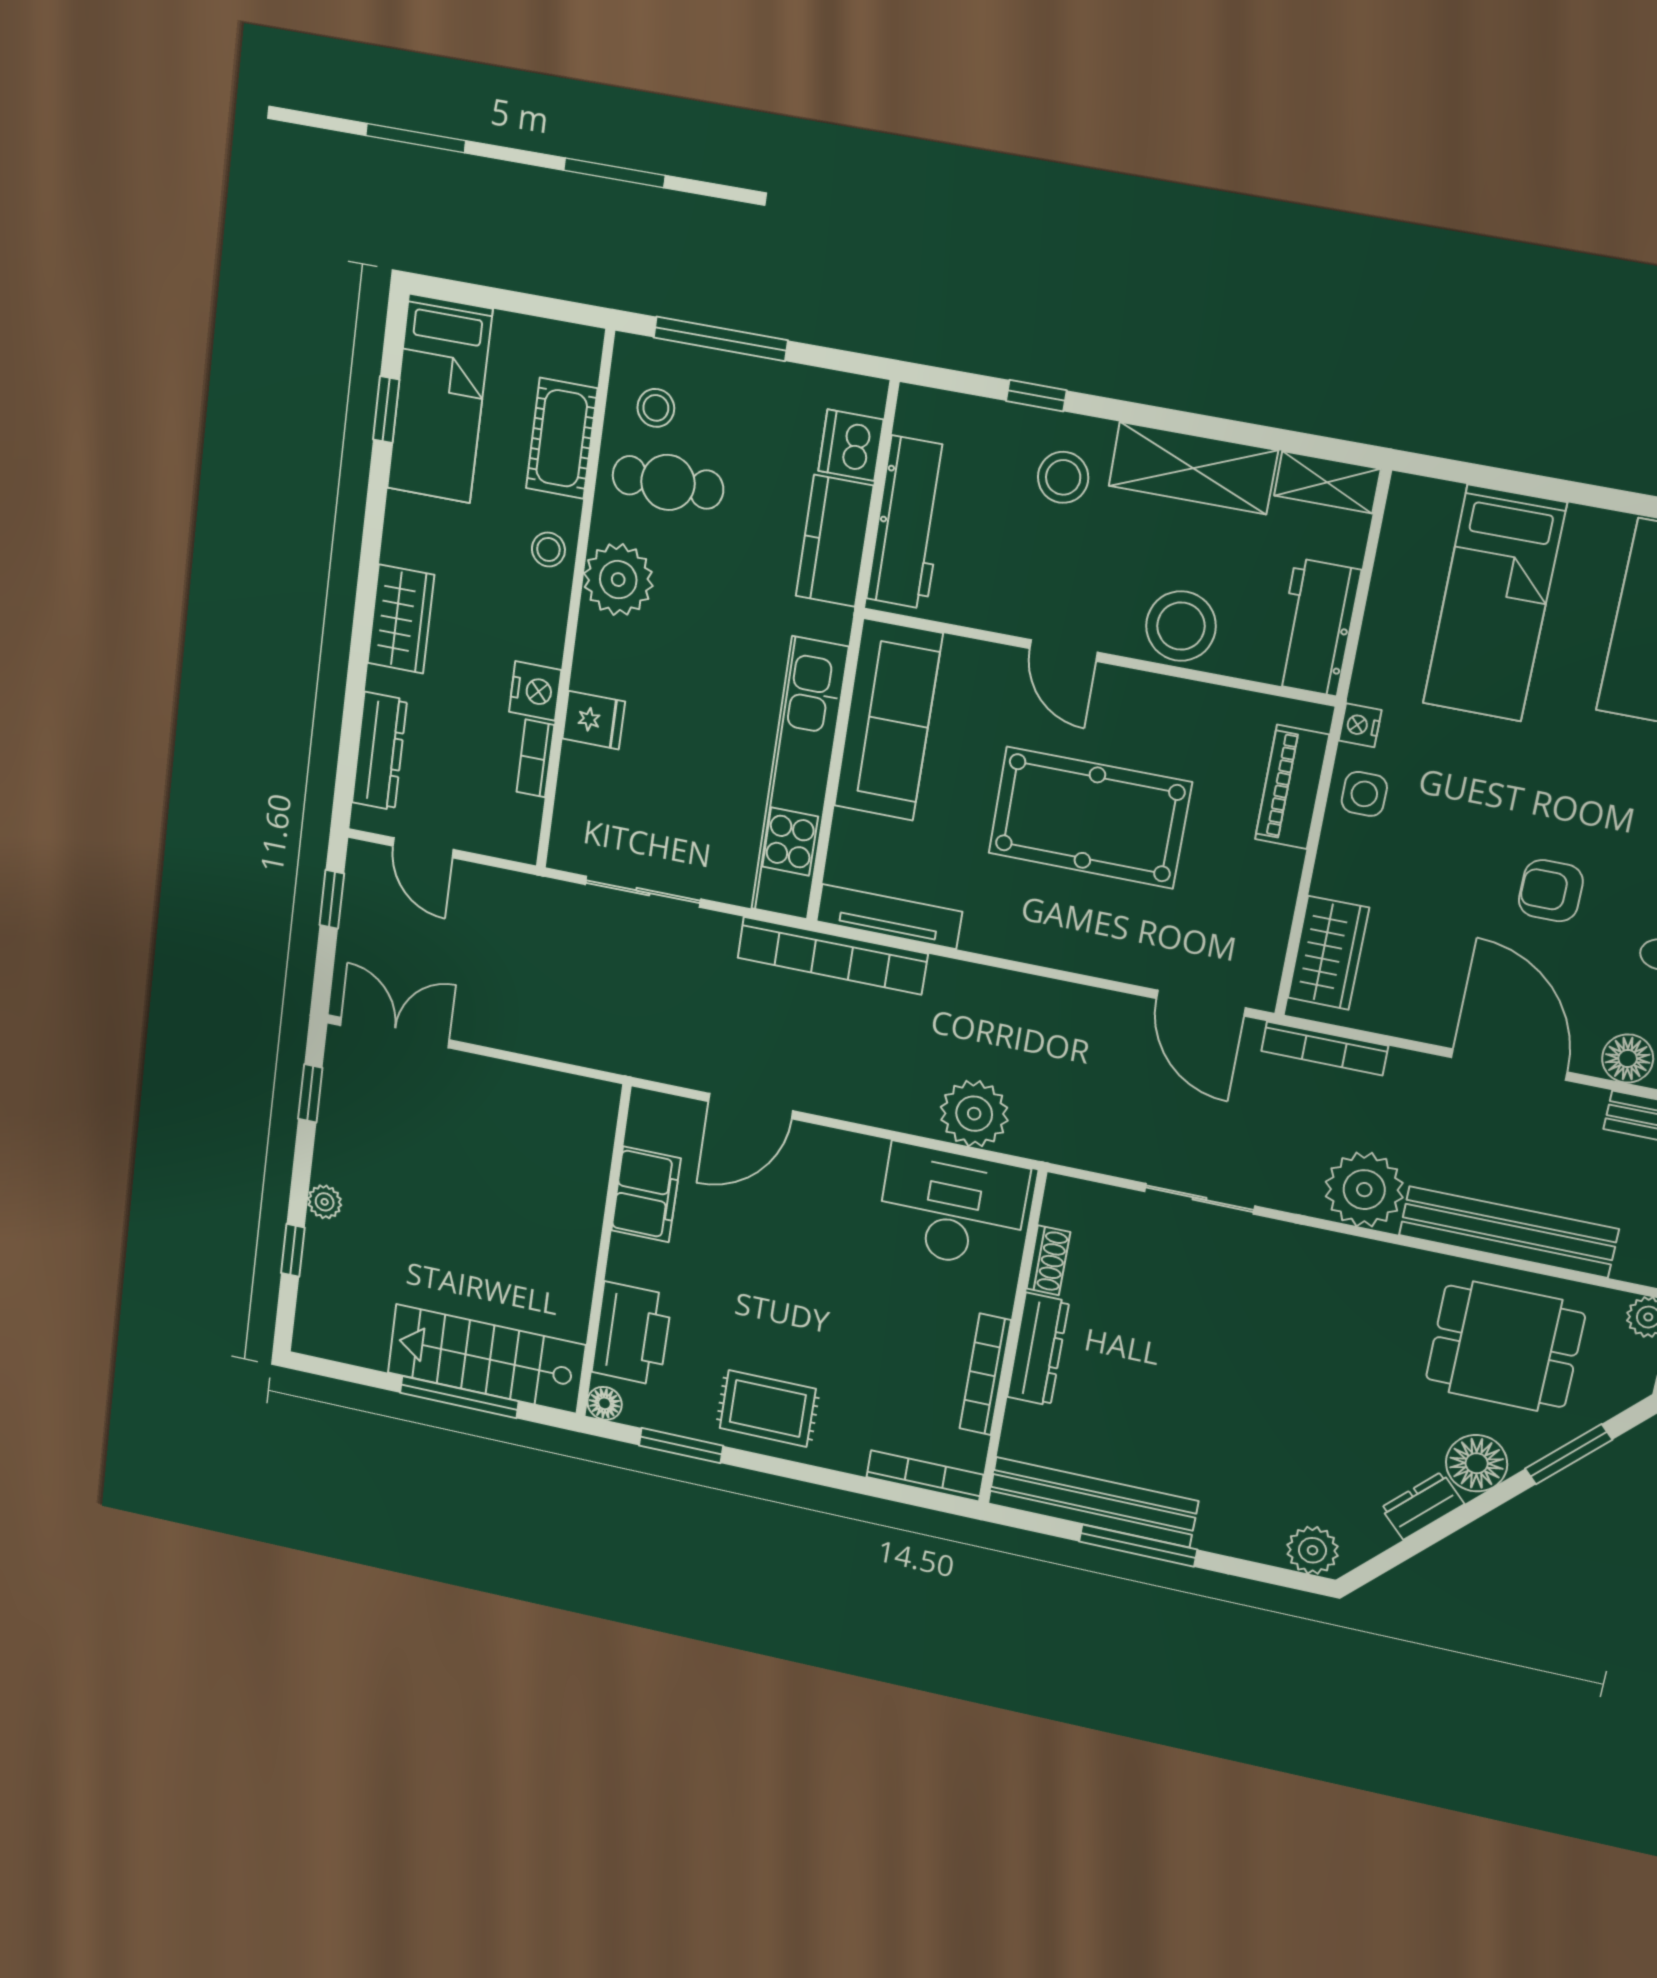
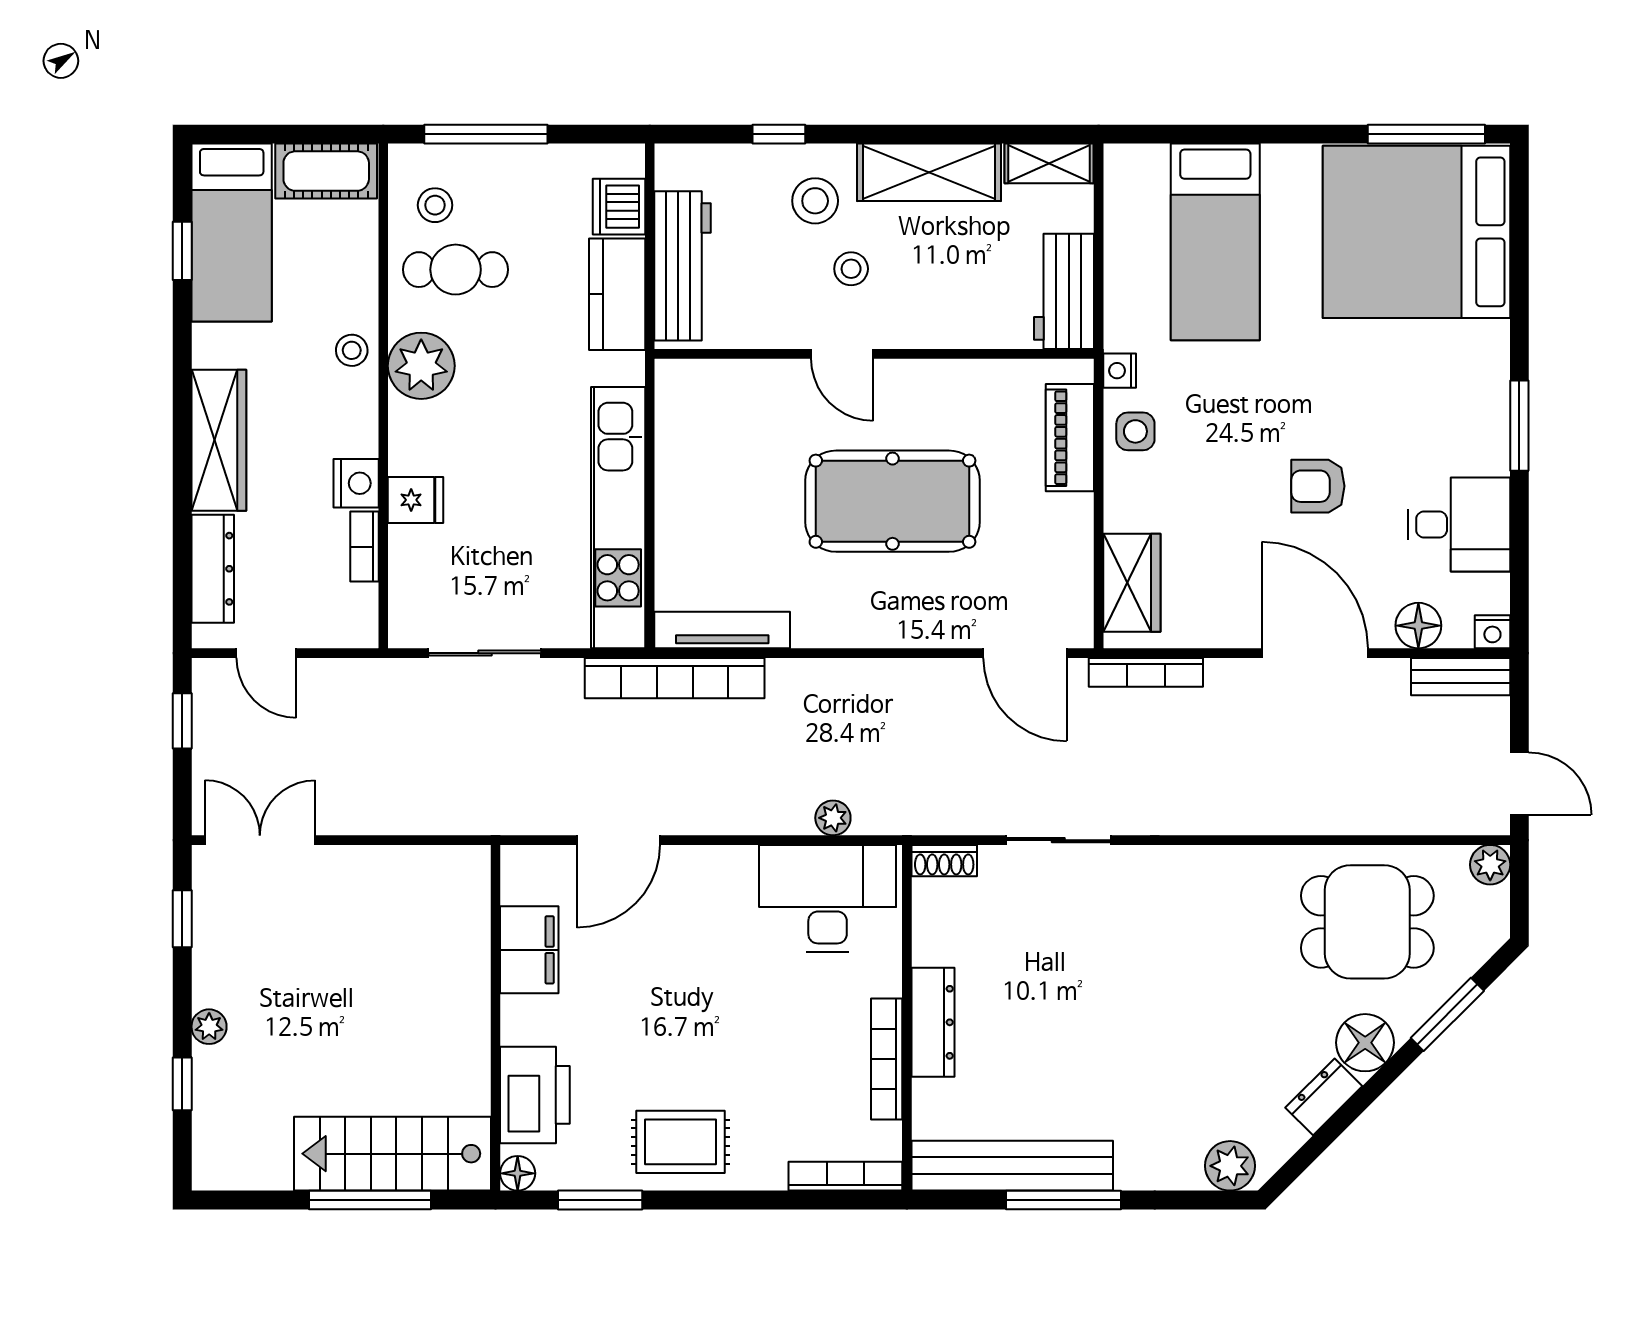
cot: (562, 438) -> (326, 171), moved, turned 90
wardrobe: (401, 619) -> (219, 440), width x1.50
stool: (1181, 626) -> (851, 269), moved, width x0.53, depth x0.53
sofa: (888, 720) -> (692, 447), removed
plant: (974, 1114) -> (833, 818), width x0.53, depth x0.53
plant: (1364, 1190) -> (1208, 799), removed
bench: (1508, 1232) -> (1347, 811), removed
shoe rack: (1048, 1260) -> (944, 861), moved, turned 90

